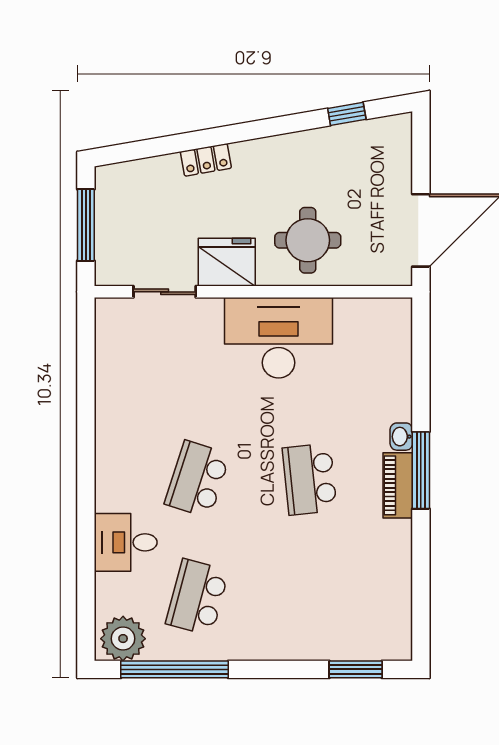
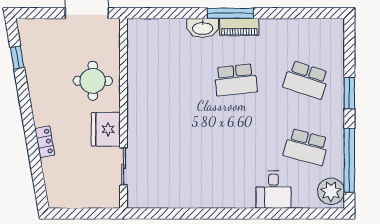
window: (86, 225) -> (84, 213), removed
desk: (279, 338) -> (151, 98), removed
washbasin: (401, 437) -> (203, 28), width x1.91, depth x1.45
school desk: (197, 479) -> (306, 80), moved
window: (356, 669) -> (349, 93), moved

